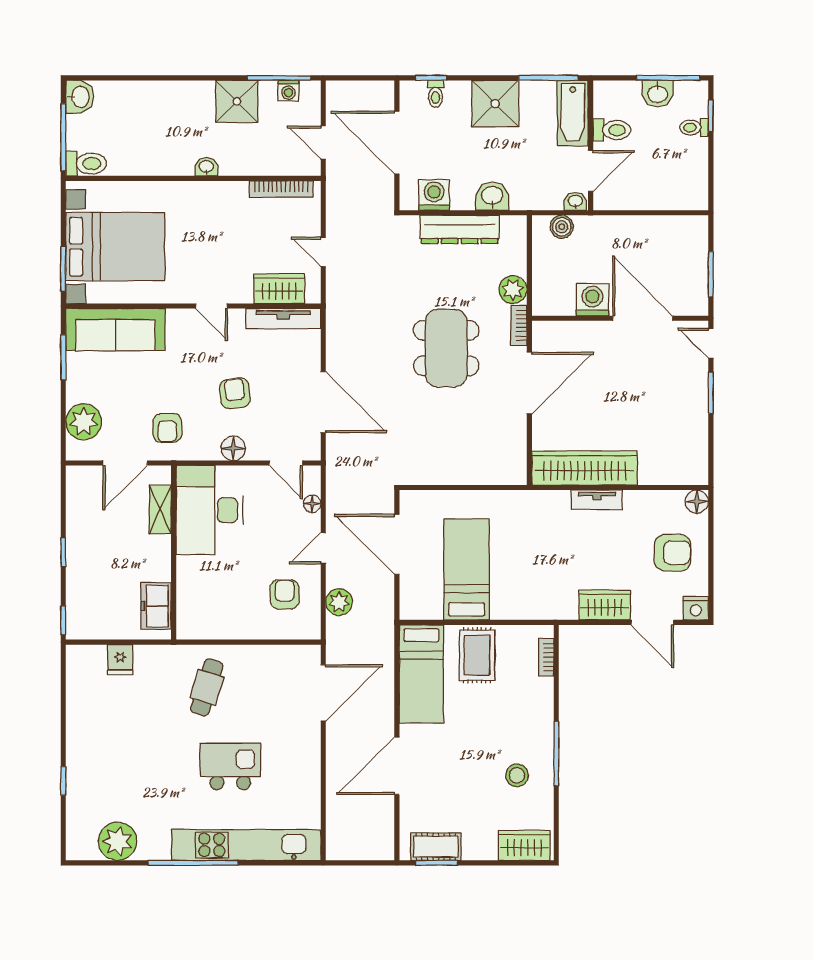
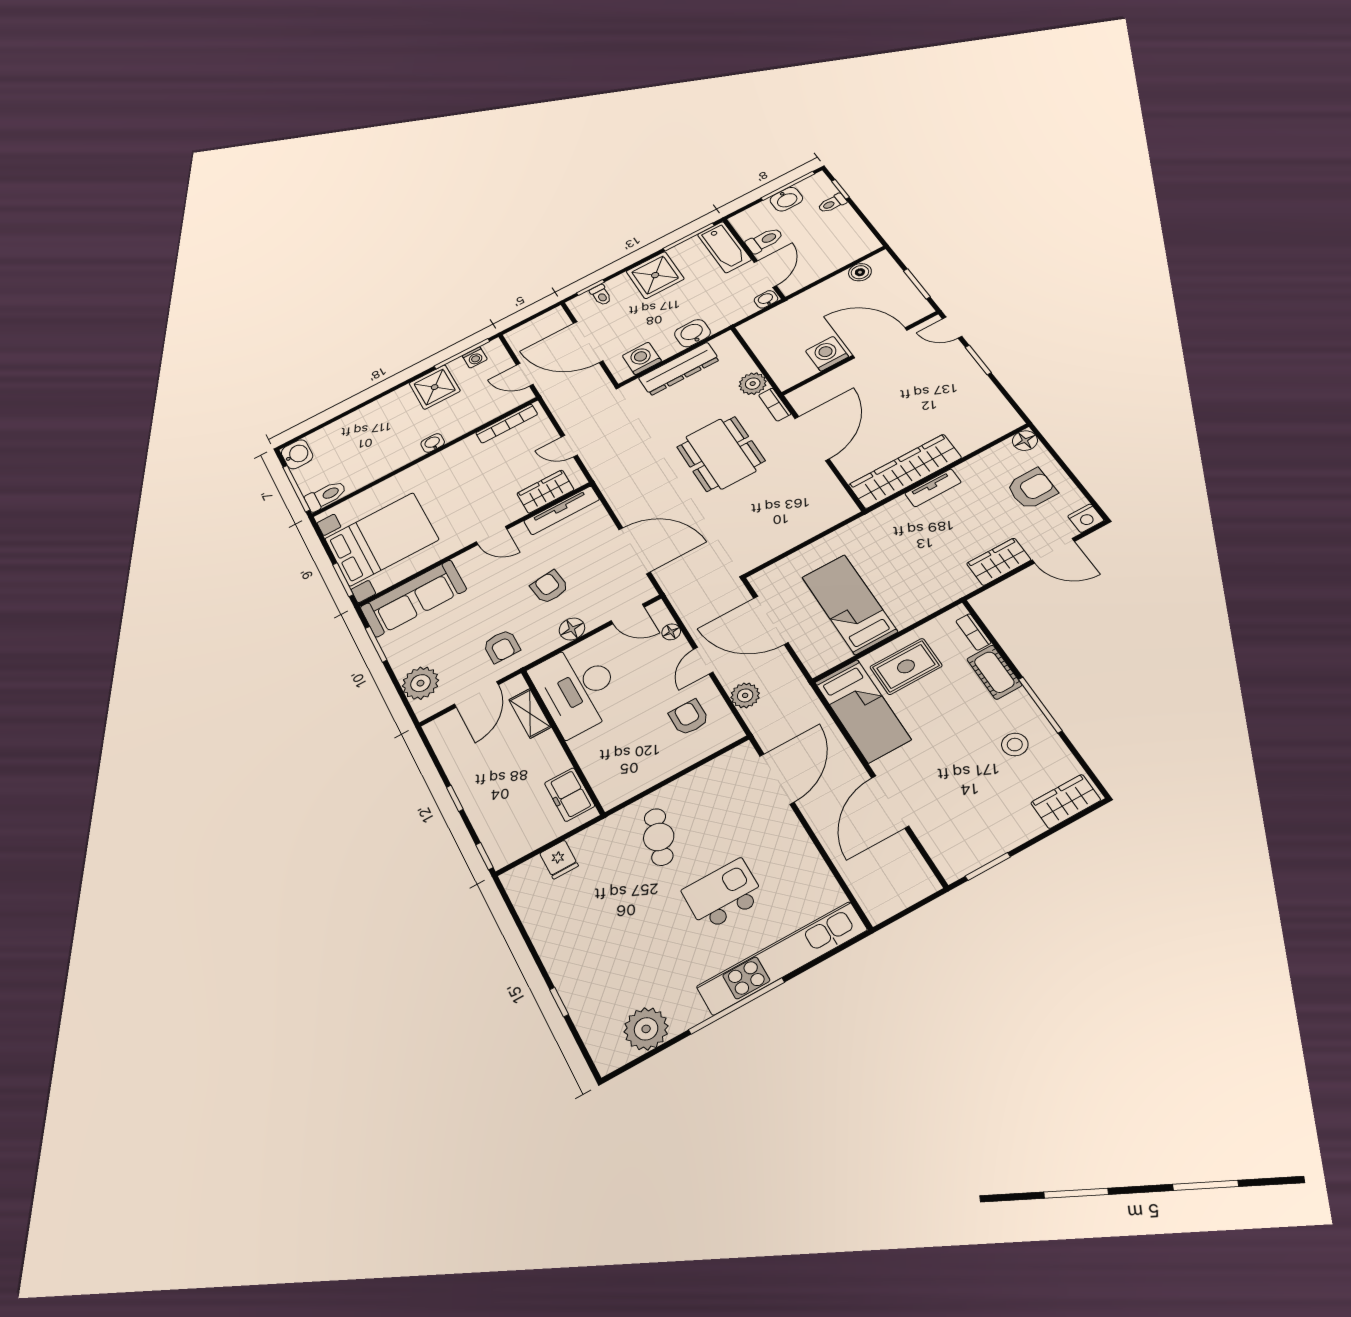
boiler: (562, 227) -> (860, 272), moved
rug: (477, 655) -> (906, 666), turned 90
cot: (436, 847) -> (994, 672), moved, turned 90

